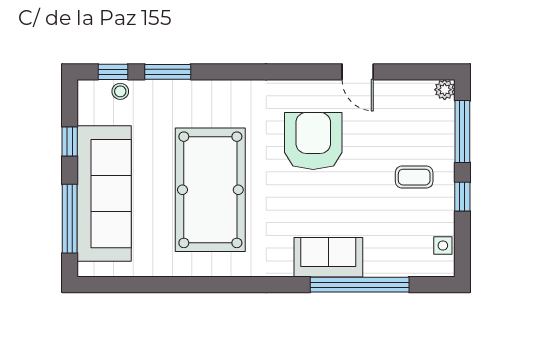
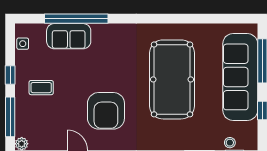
sofa: (328, 257) -> (69, 36), moved

